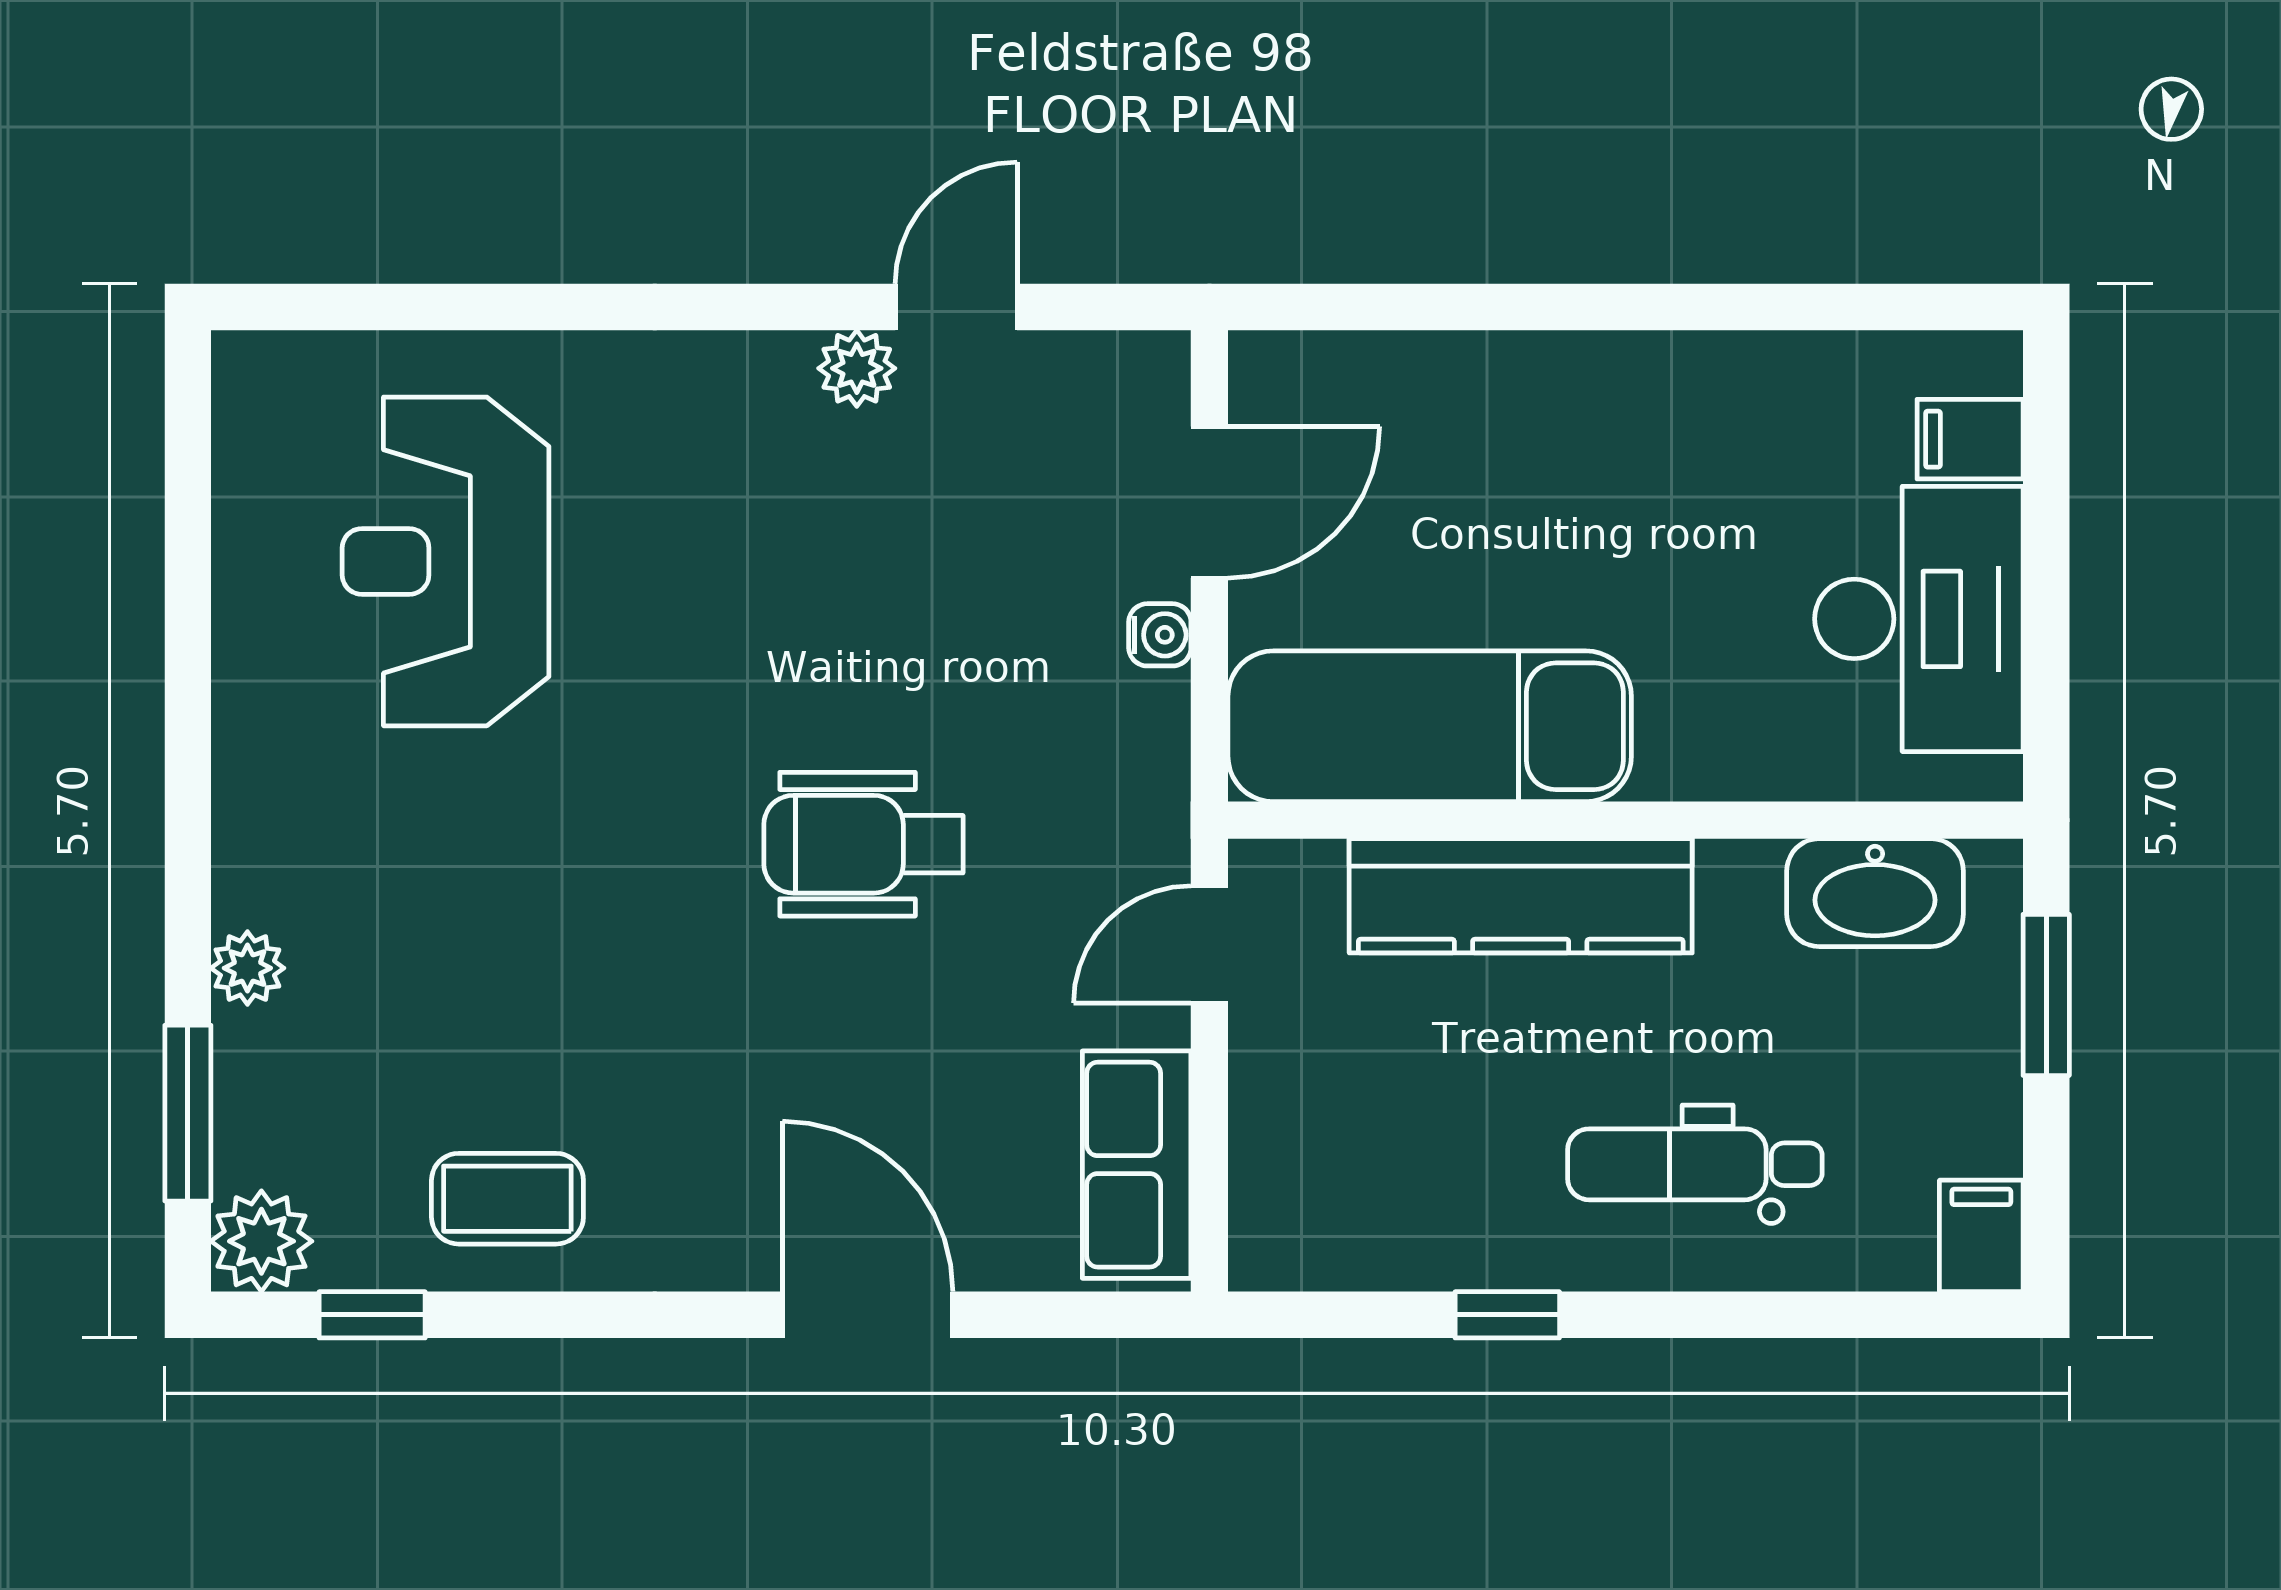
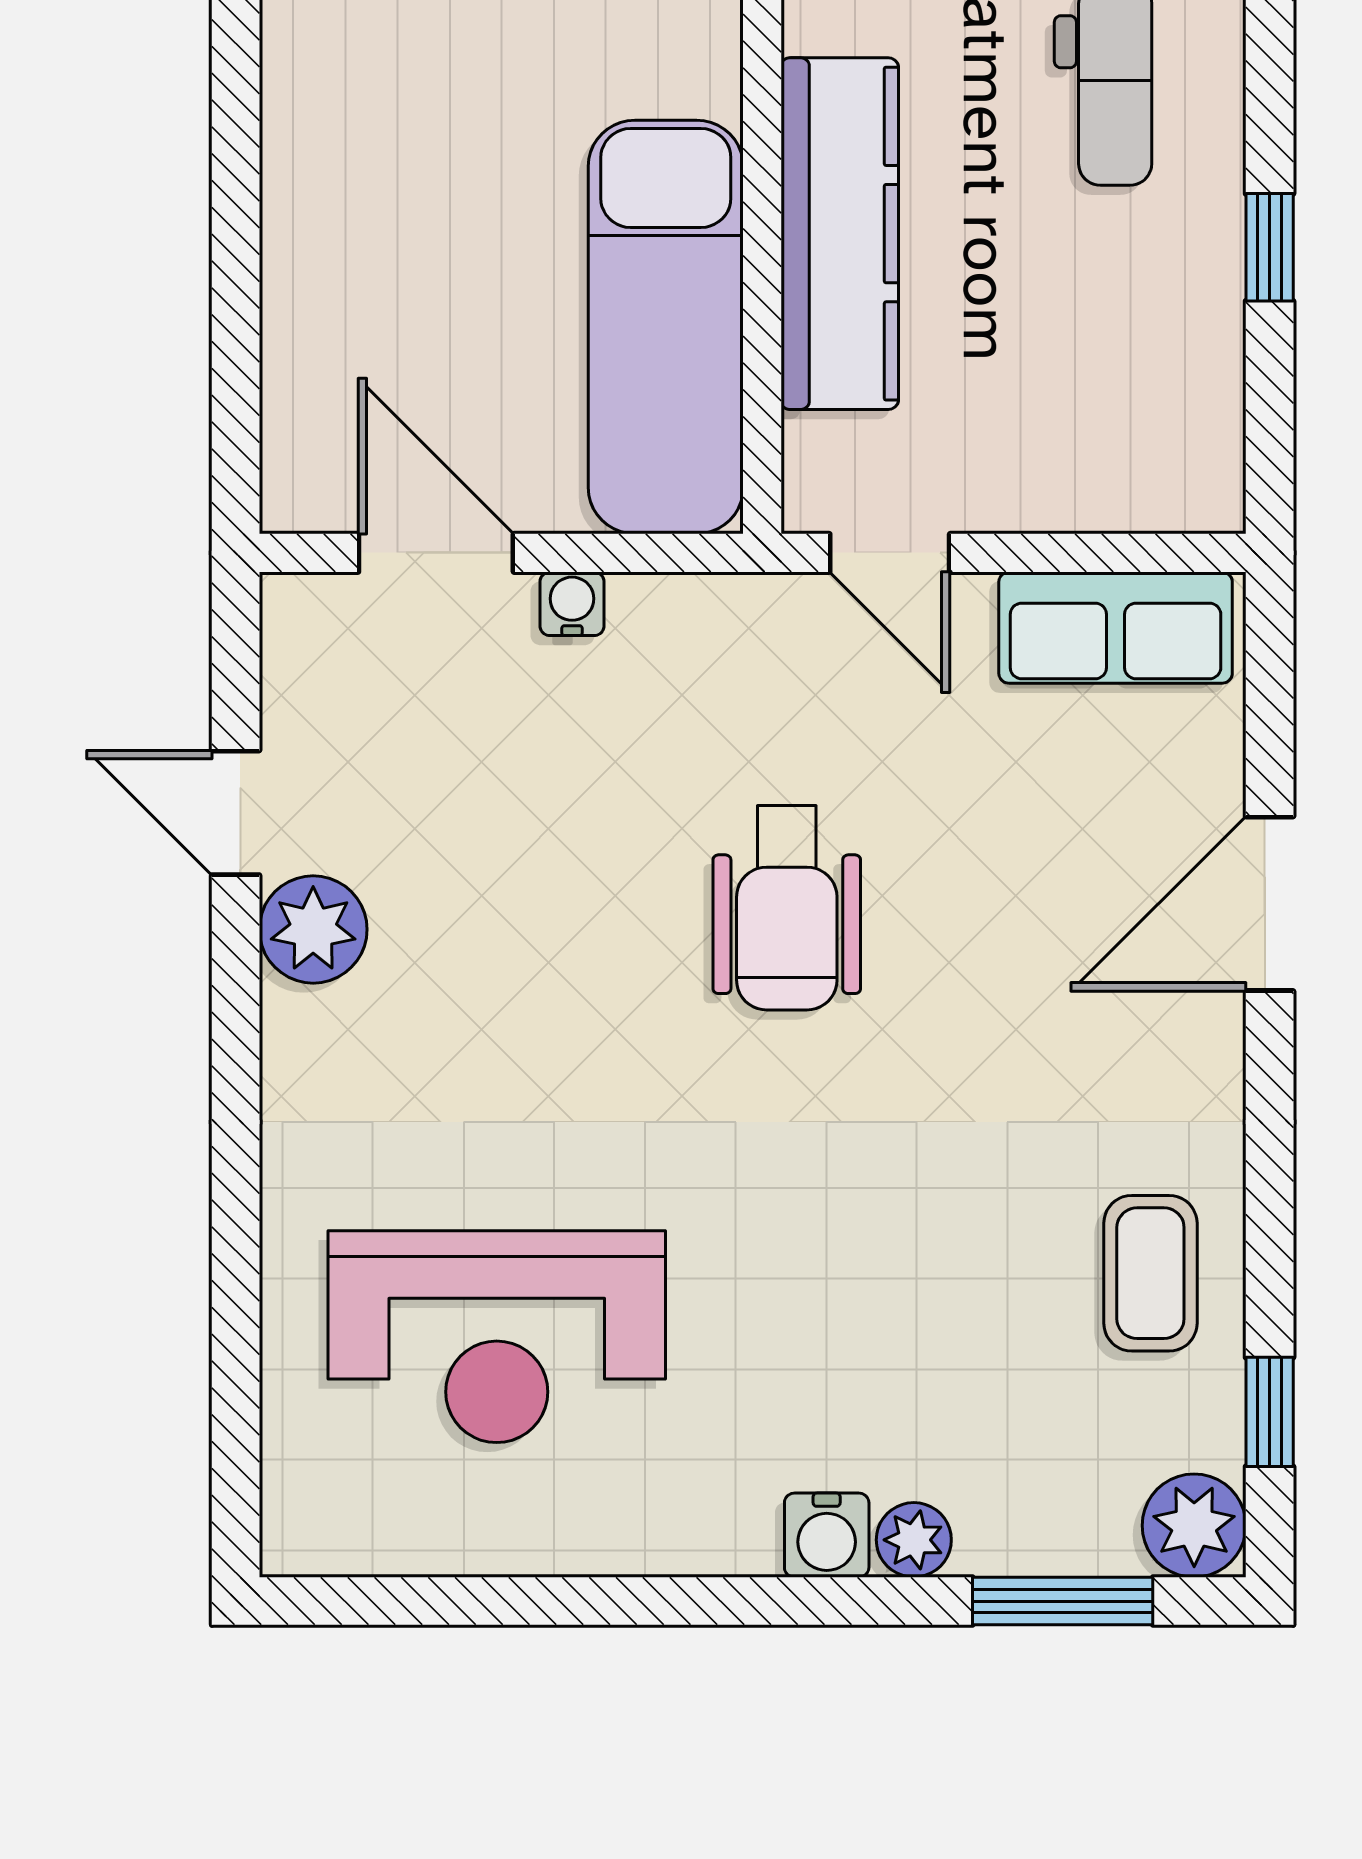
plant: (857, 368) -> (313, 929), width x1.38, depth x1.38
water cooler: (252, 883) -> (827, 1535), added

